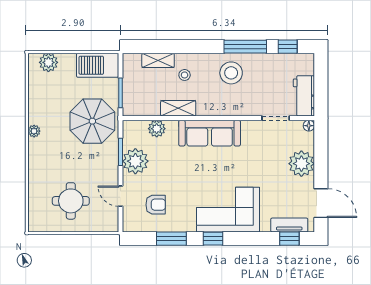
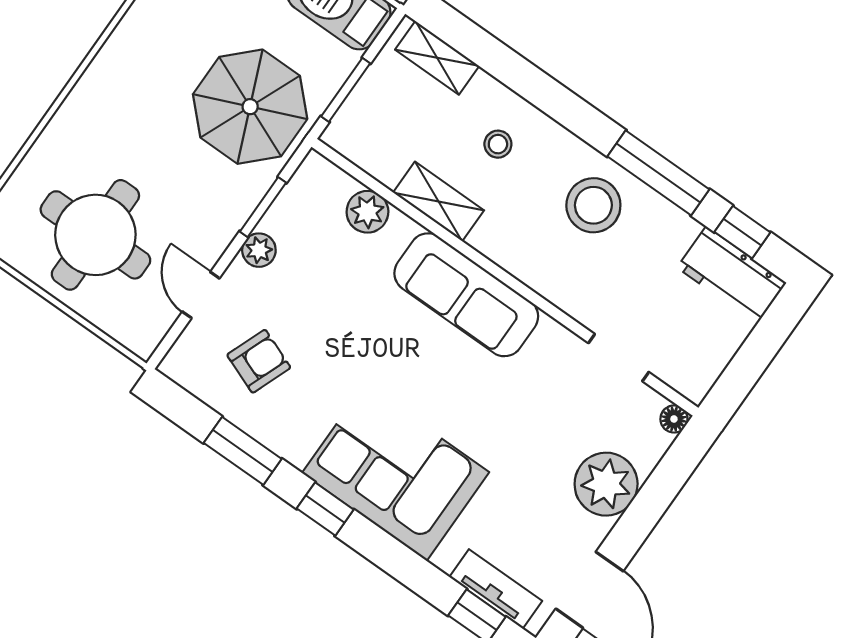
shelving: (158, 60) -> (437, 58), moved
workbench: (304, 96) -> (732, 275), moved, turned -90
plant: (34, 131) -> (120, 45), removed
plant: (135, 161) -> (259, 250), width x0.53, depth x0.53
round table: (71, 201) -> (95, 235), width x1.36, depth x1.36
armchair: (156, 205) -> (259, 361), turned -69

